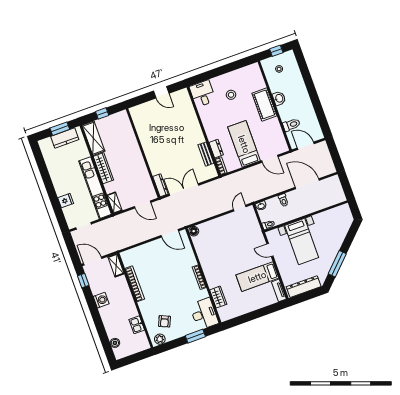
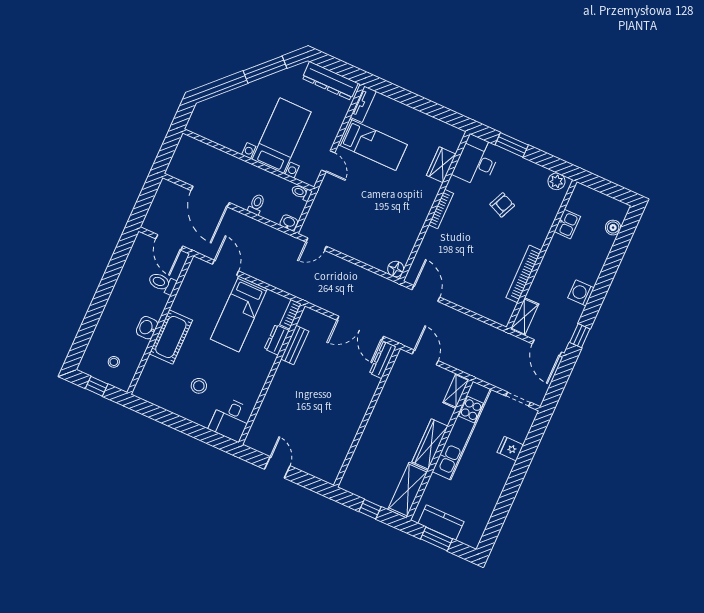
armchair: (164, 321) -> (502, 205), moved

